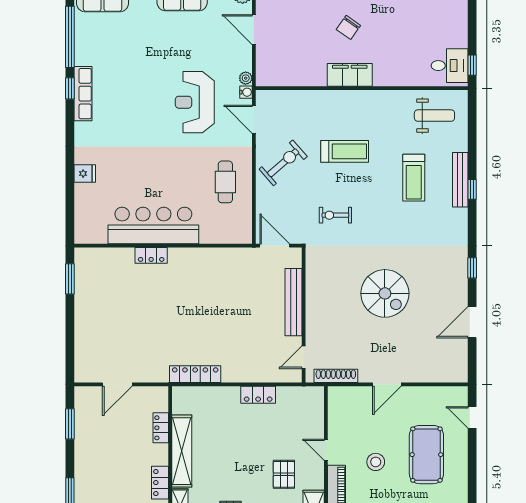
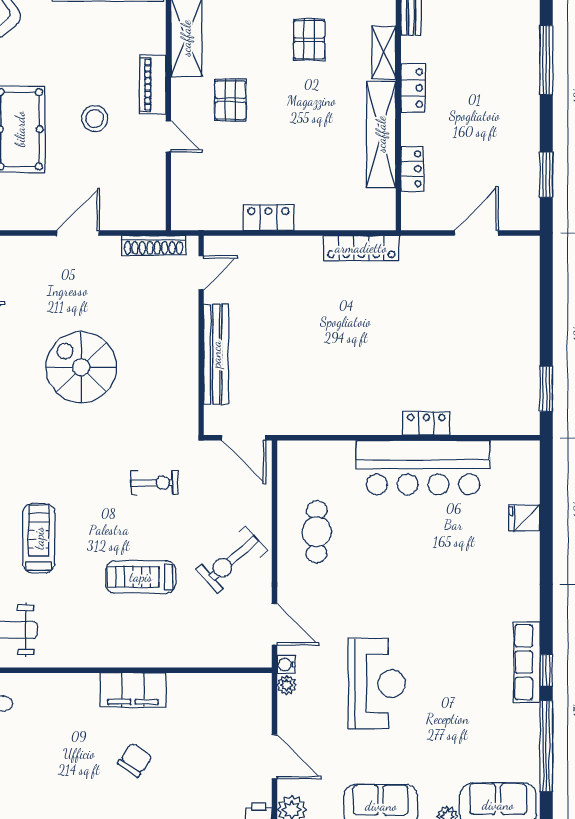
reception desk: (195, 102) -> (377, 684), moved
fridge: (85, 174) -> (524, 518), moved

